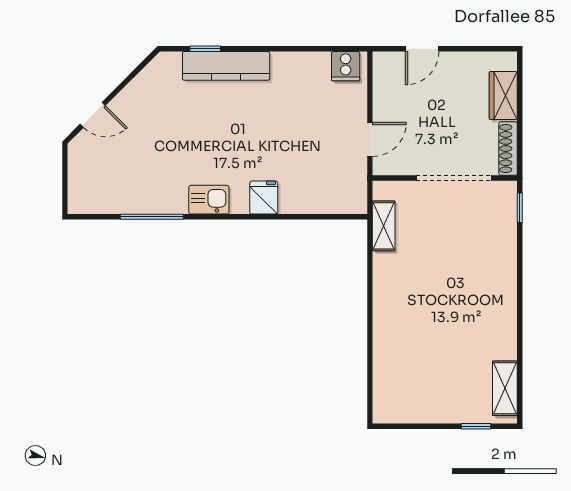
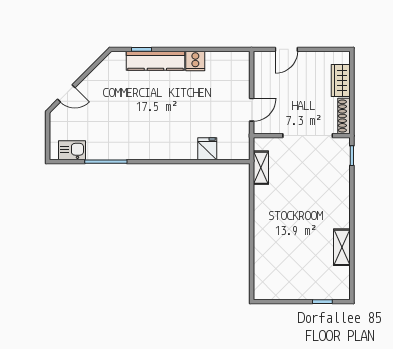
cooker: (346, 66) -> (195, 61), moved
fridge: (264, 198) -> (207, 149), moved
kitchen sink: (209, 200) -> (72, 150), moved
shelving: (505, 388) -> (342, 247), moved

